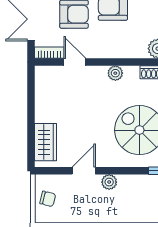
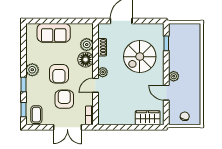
floor lamp: (135, 47) -> (86, 60), added
door: (75, 62) -> (95, 85), moved

